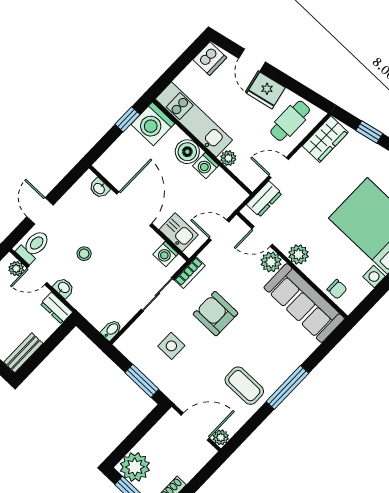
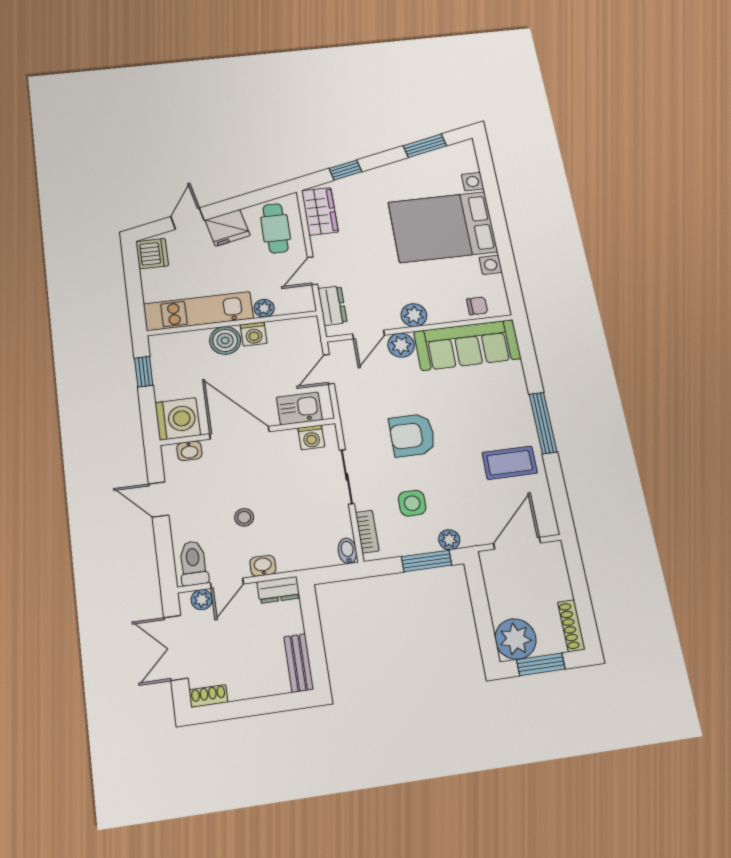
door: (252, 60) -> (188, 218), swing flipped
washing machine: (153, 124) -> (178, 419), moved, turned -90
door: (40, 211) -> (159, 500), moved
bookcase: (190, 273) -> (367, 532), moved
plant: (221, 437) -> (449, 540), moved

